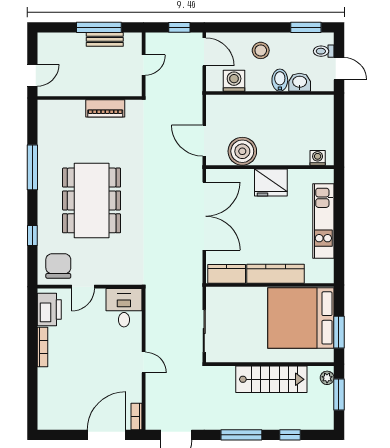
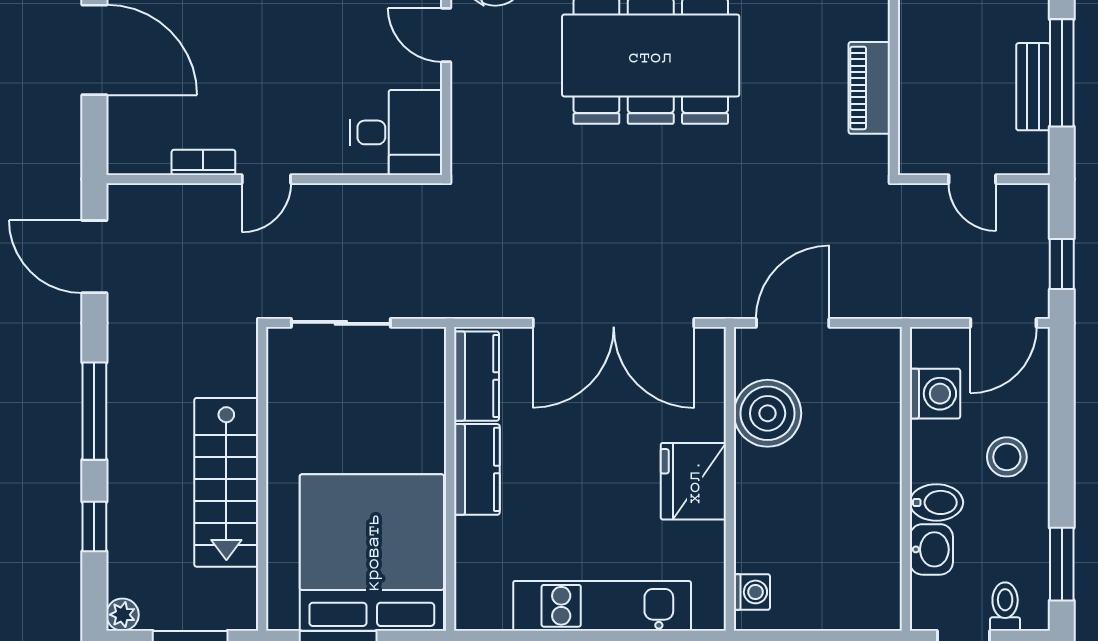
kitchen counter: (276, 274) -> (477, 469), width x0.67
plant: (327, 378) -> (122, 615), moved
bookcase: (137, 416) -> (203, 162), moved
door: (106, 435) -> (94, 50), moved

